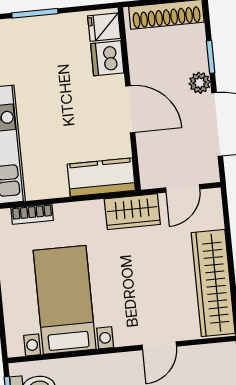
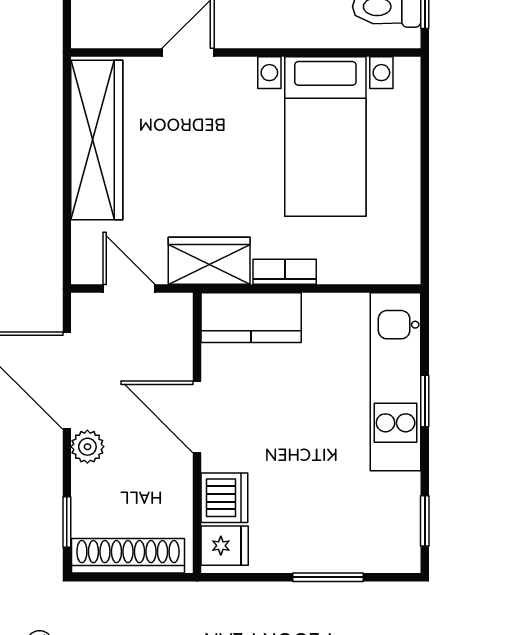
window: (211, 57) -> (67, 522), moved
door: (183, 188) -> (129, 288), hinge flipped
bookcase: (32, 214) -> (285, 272), moved

